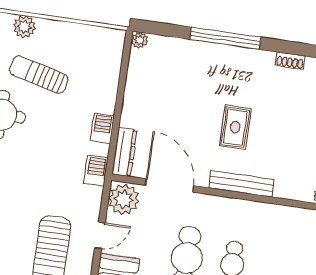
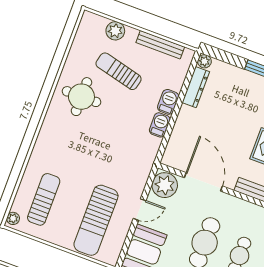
bench: (82, 32) -> (160, 45), added
dresser: (124, 152) -> (196, 87), moved
barbecue: (96, 171) -> (168, 102), moved

